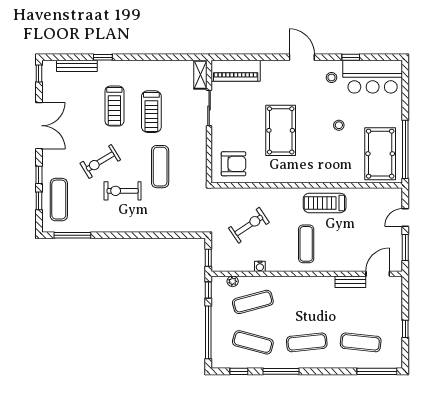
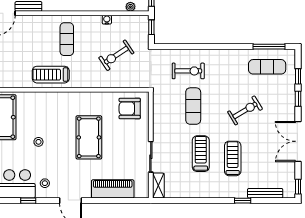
piano: (236, 71) -> (113, 189), moved
exercise bike: (123, 191) -> (188, 71), moved
exercise mat: (59, 200) -> (267, 67), moved, turned 90
treadmill: (325, 203) -> (51, 75), turned 180

